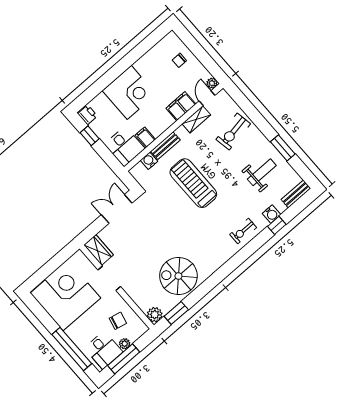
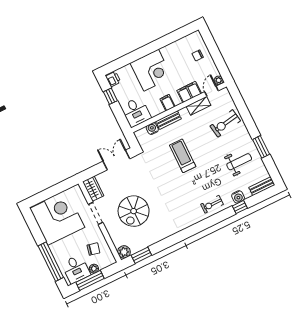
filing cabinet: (145, 137) -> (168, 103), moved
treadmill: (193, 183) -> (183, 156), width x0.73, depth x0.73
spiral stairs: (178, 276) -> (134, 211), moved, turned -90

